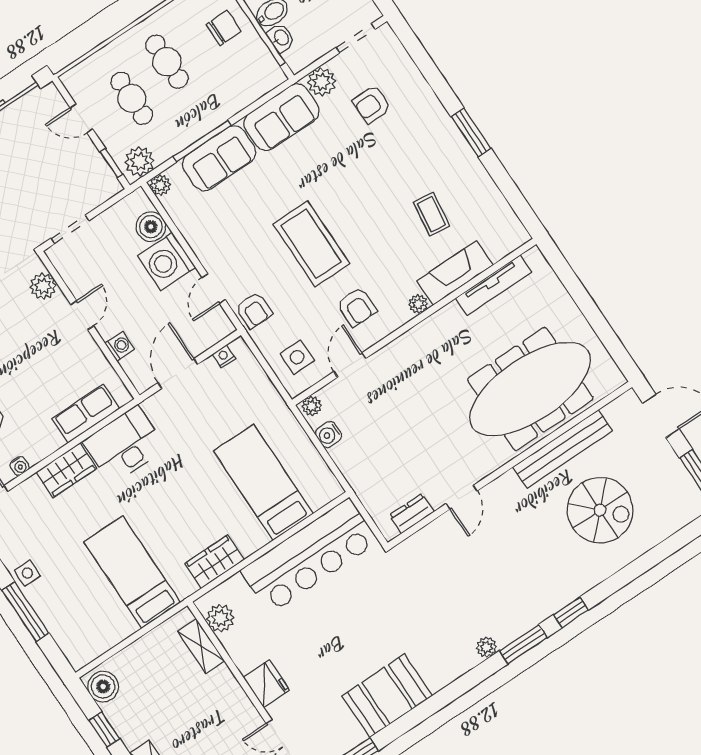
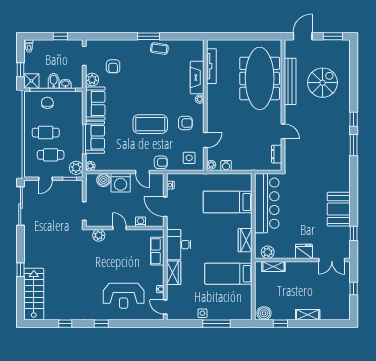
coffee table: (431, 214) -> (159, 49), moved
door: (350, 365) -> (205, 140), swing flipped
plant: (487, 647) -> (346, 160), removed

